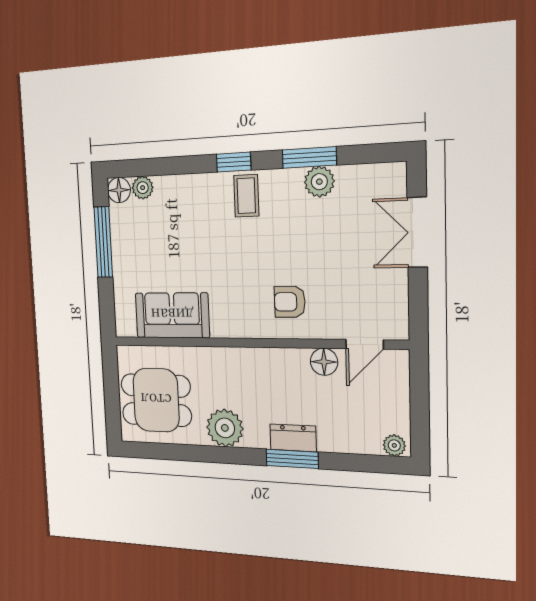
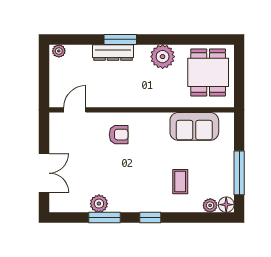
coffee table: (246, 196) -> (180, 182), moved
floor lamp: (324, 362) -> (99, 99), removed
dining table: (156, 400) -> (208, 72), turned 90
dresser: (293, 438) -> (113, 52), width x1.44

